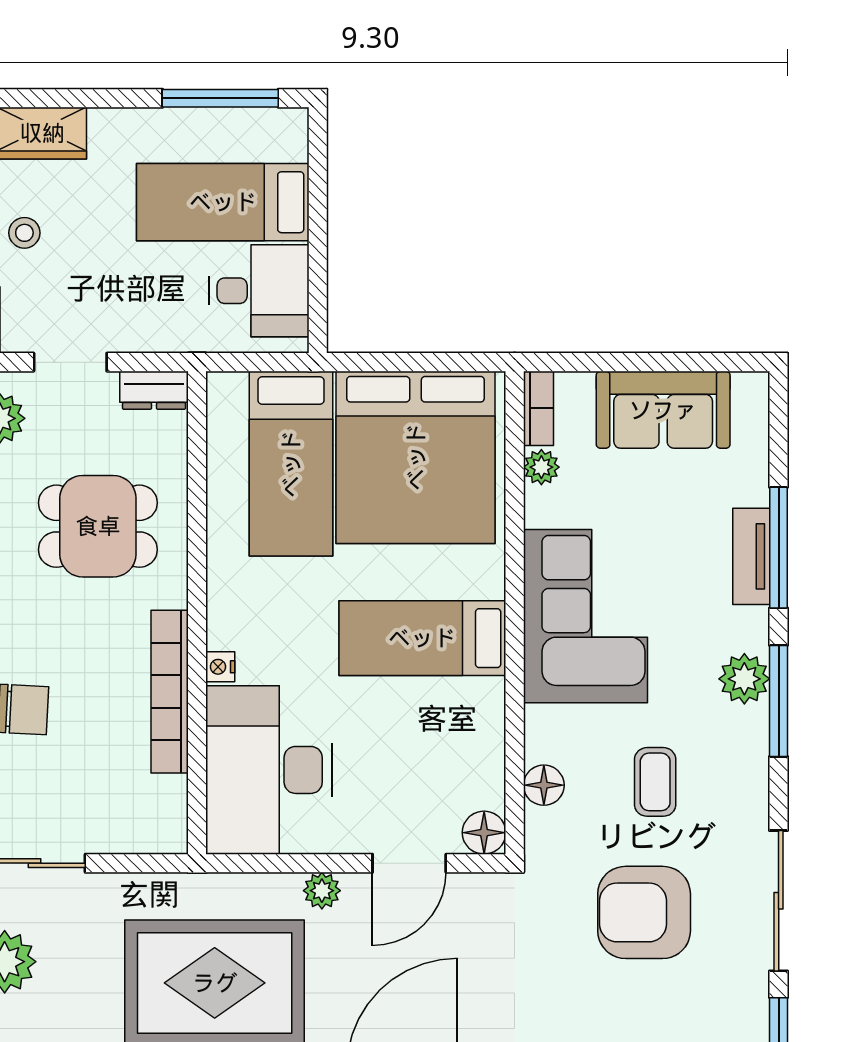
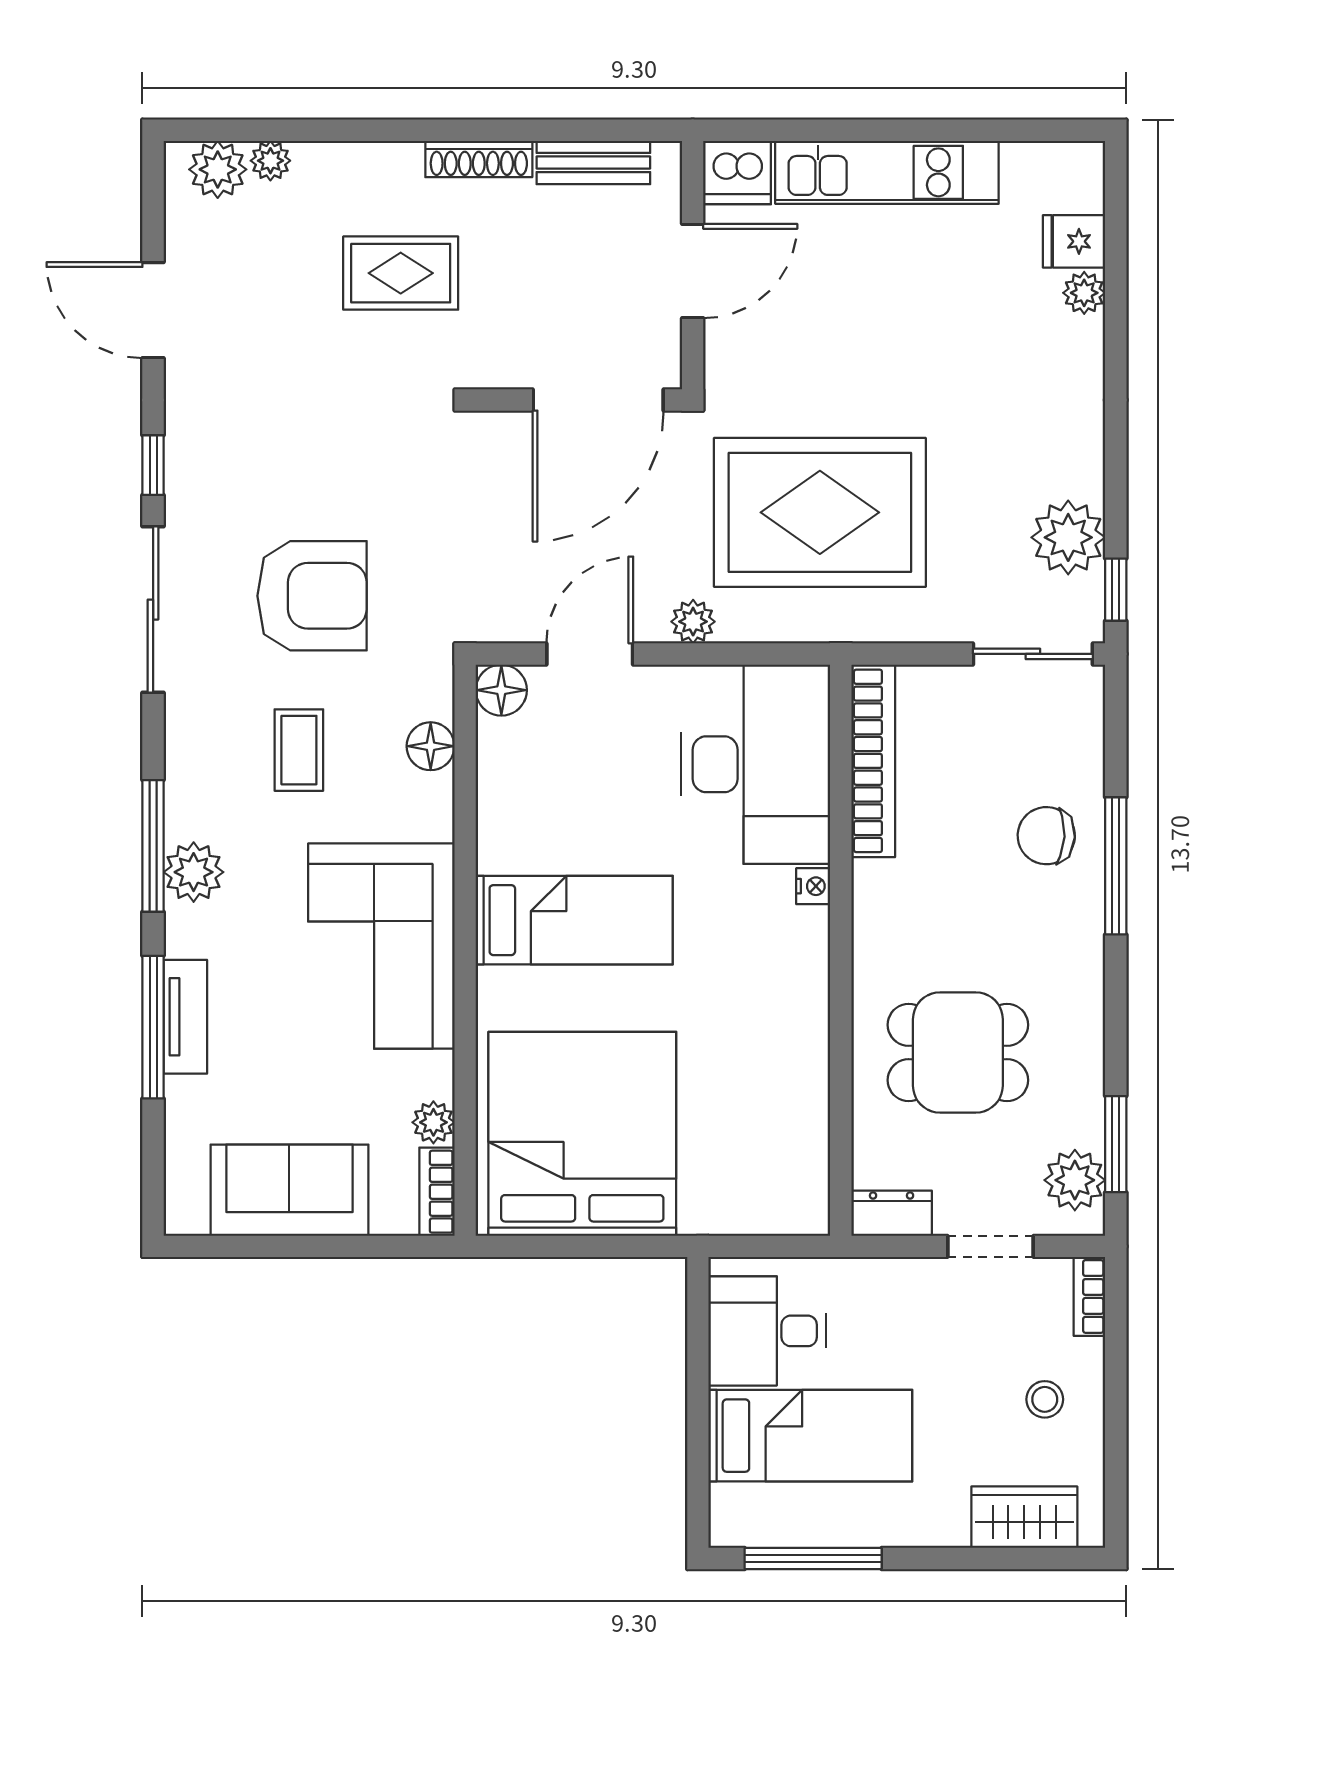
bed: (291, 464) -> (730, 1127), removed
bookcase: (170, 692) -> (873, 761), moved

